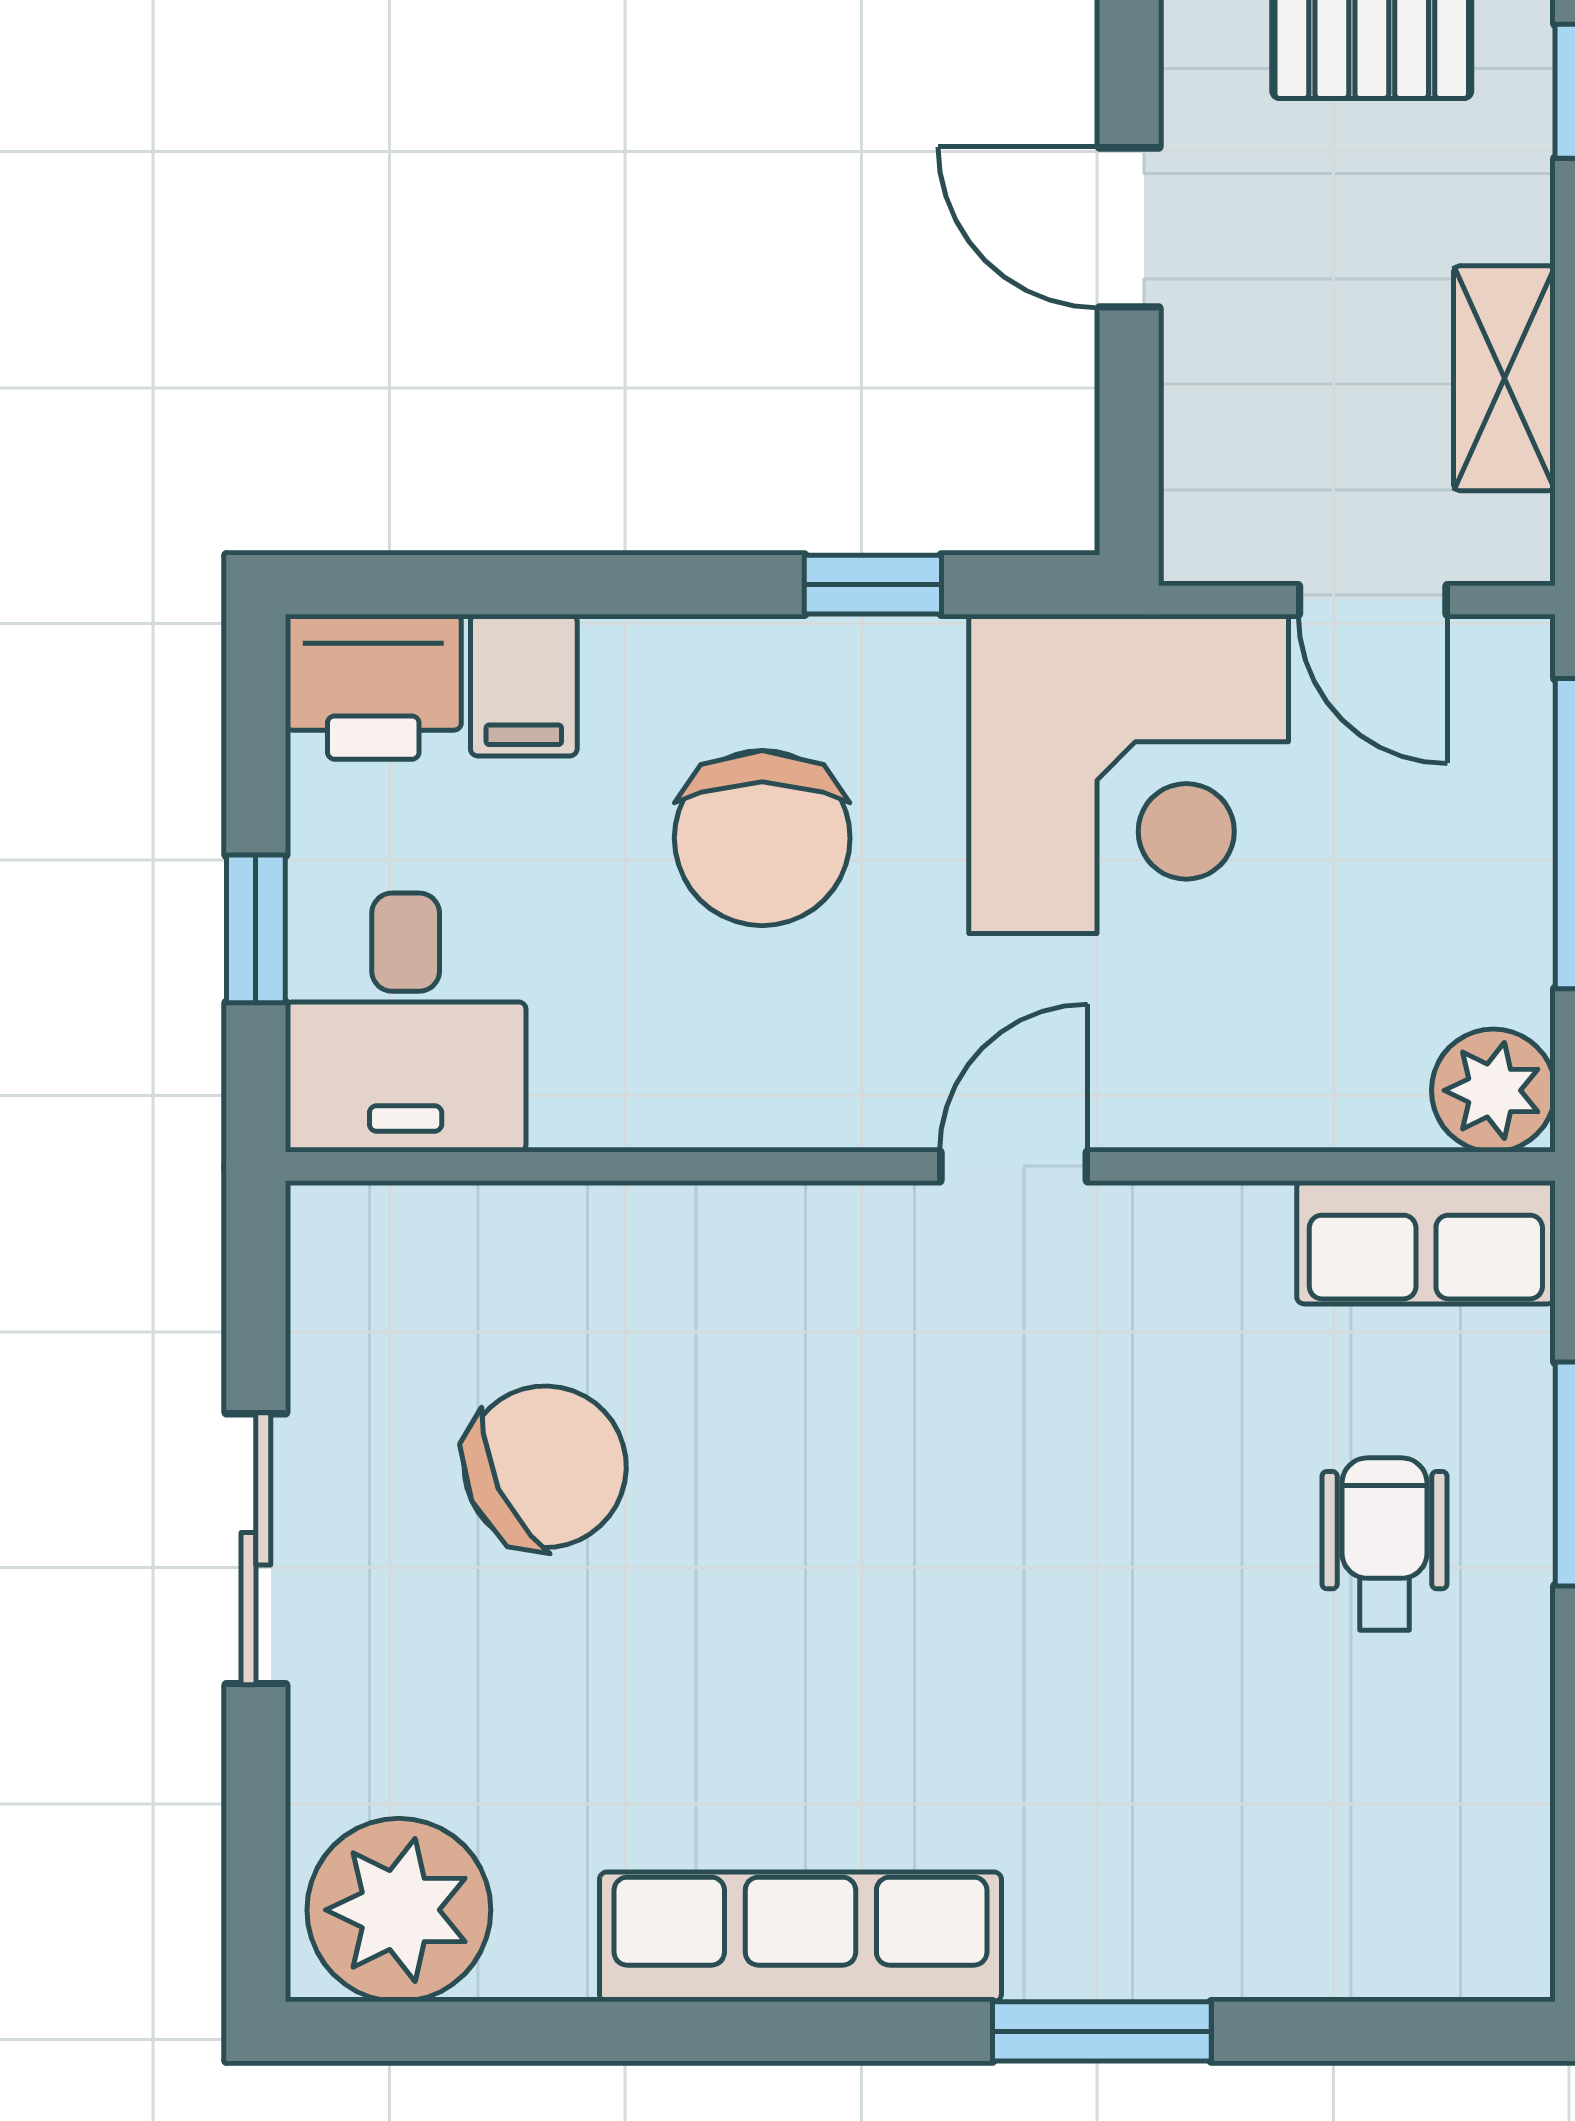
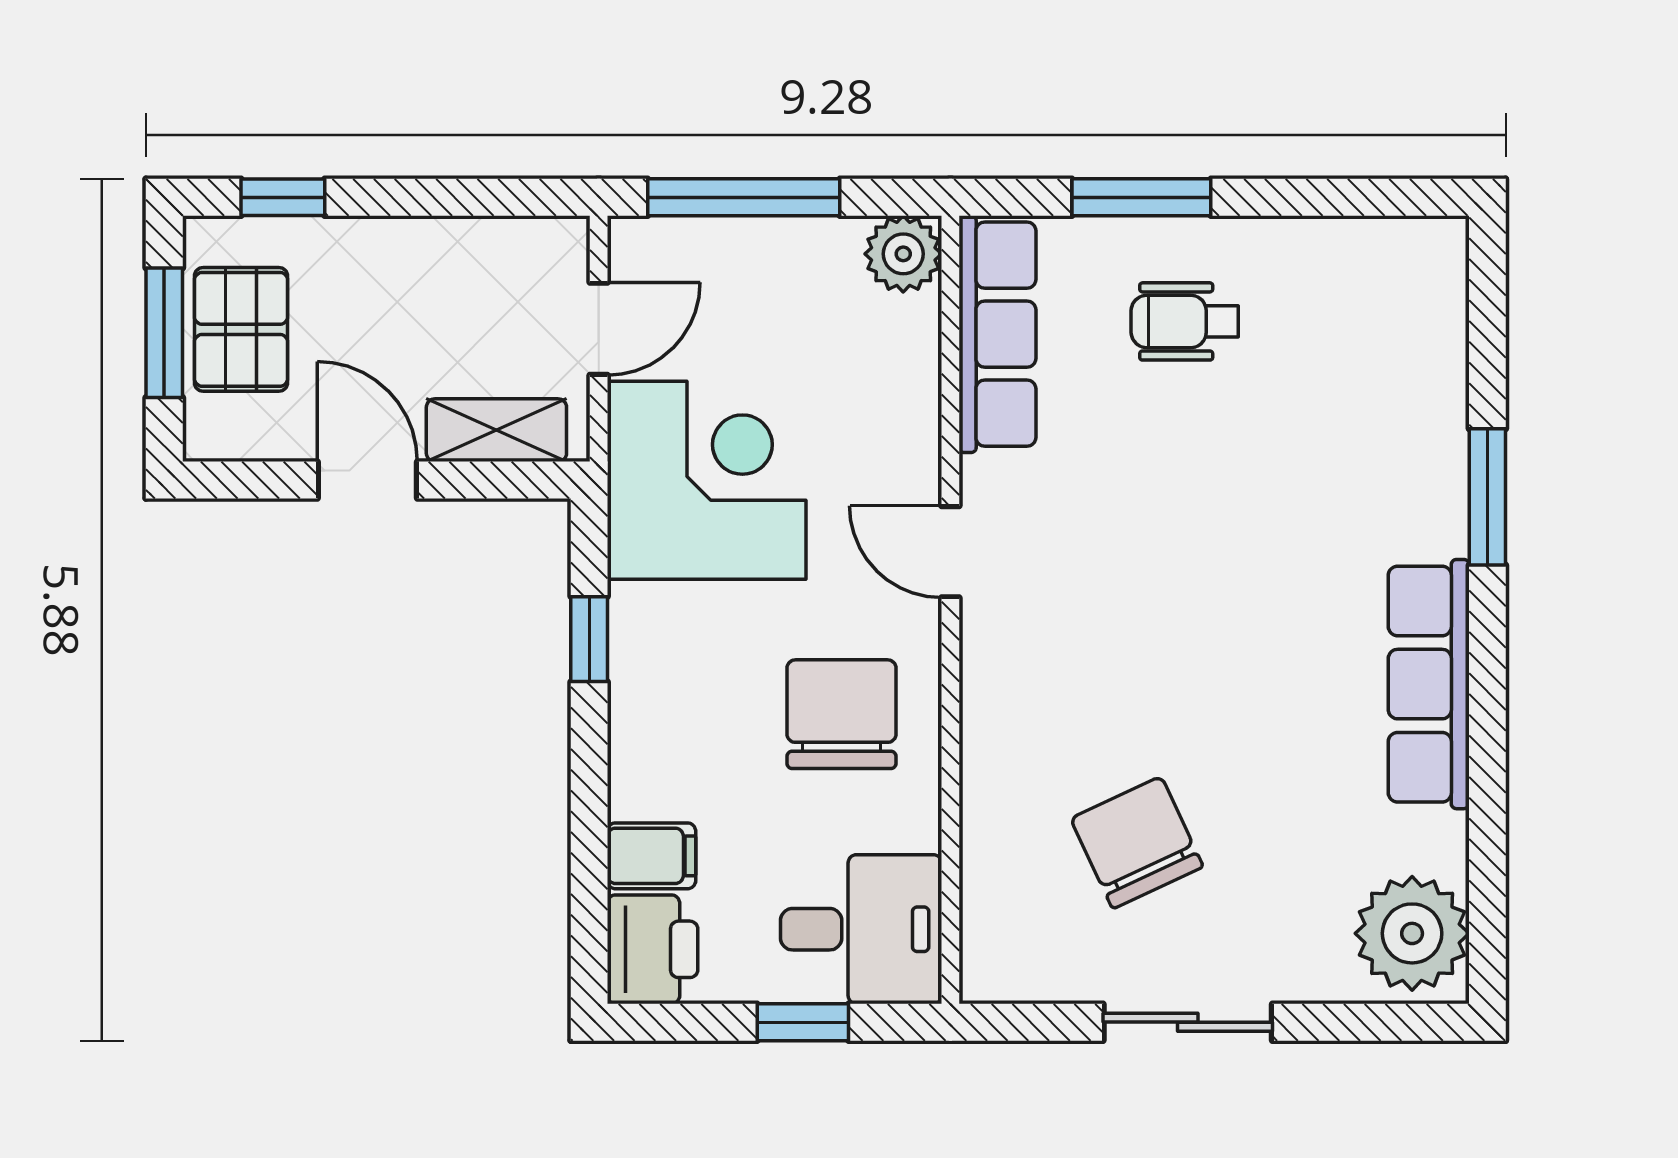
door: (1129, 227) -> (367, 480), swing flipped
shelving: (1504, 378) -> (496, 430), moved
chair: (762, 838) -> (842, 714), moved, turned -90
row of seats: (1426, 1242) -> (997, 334), width x1.48

